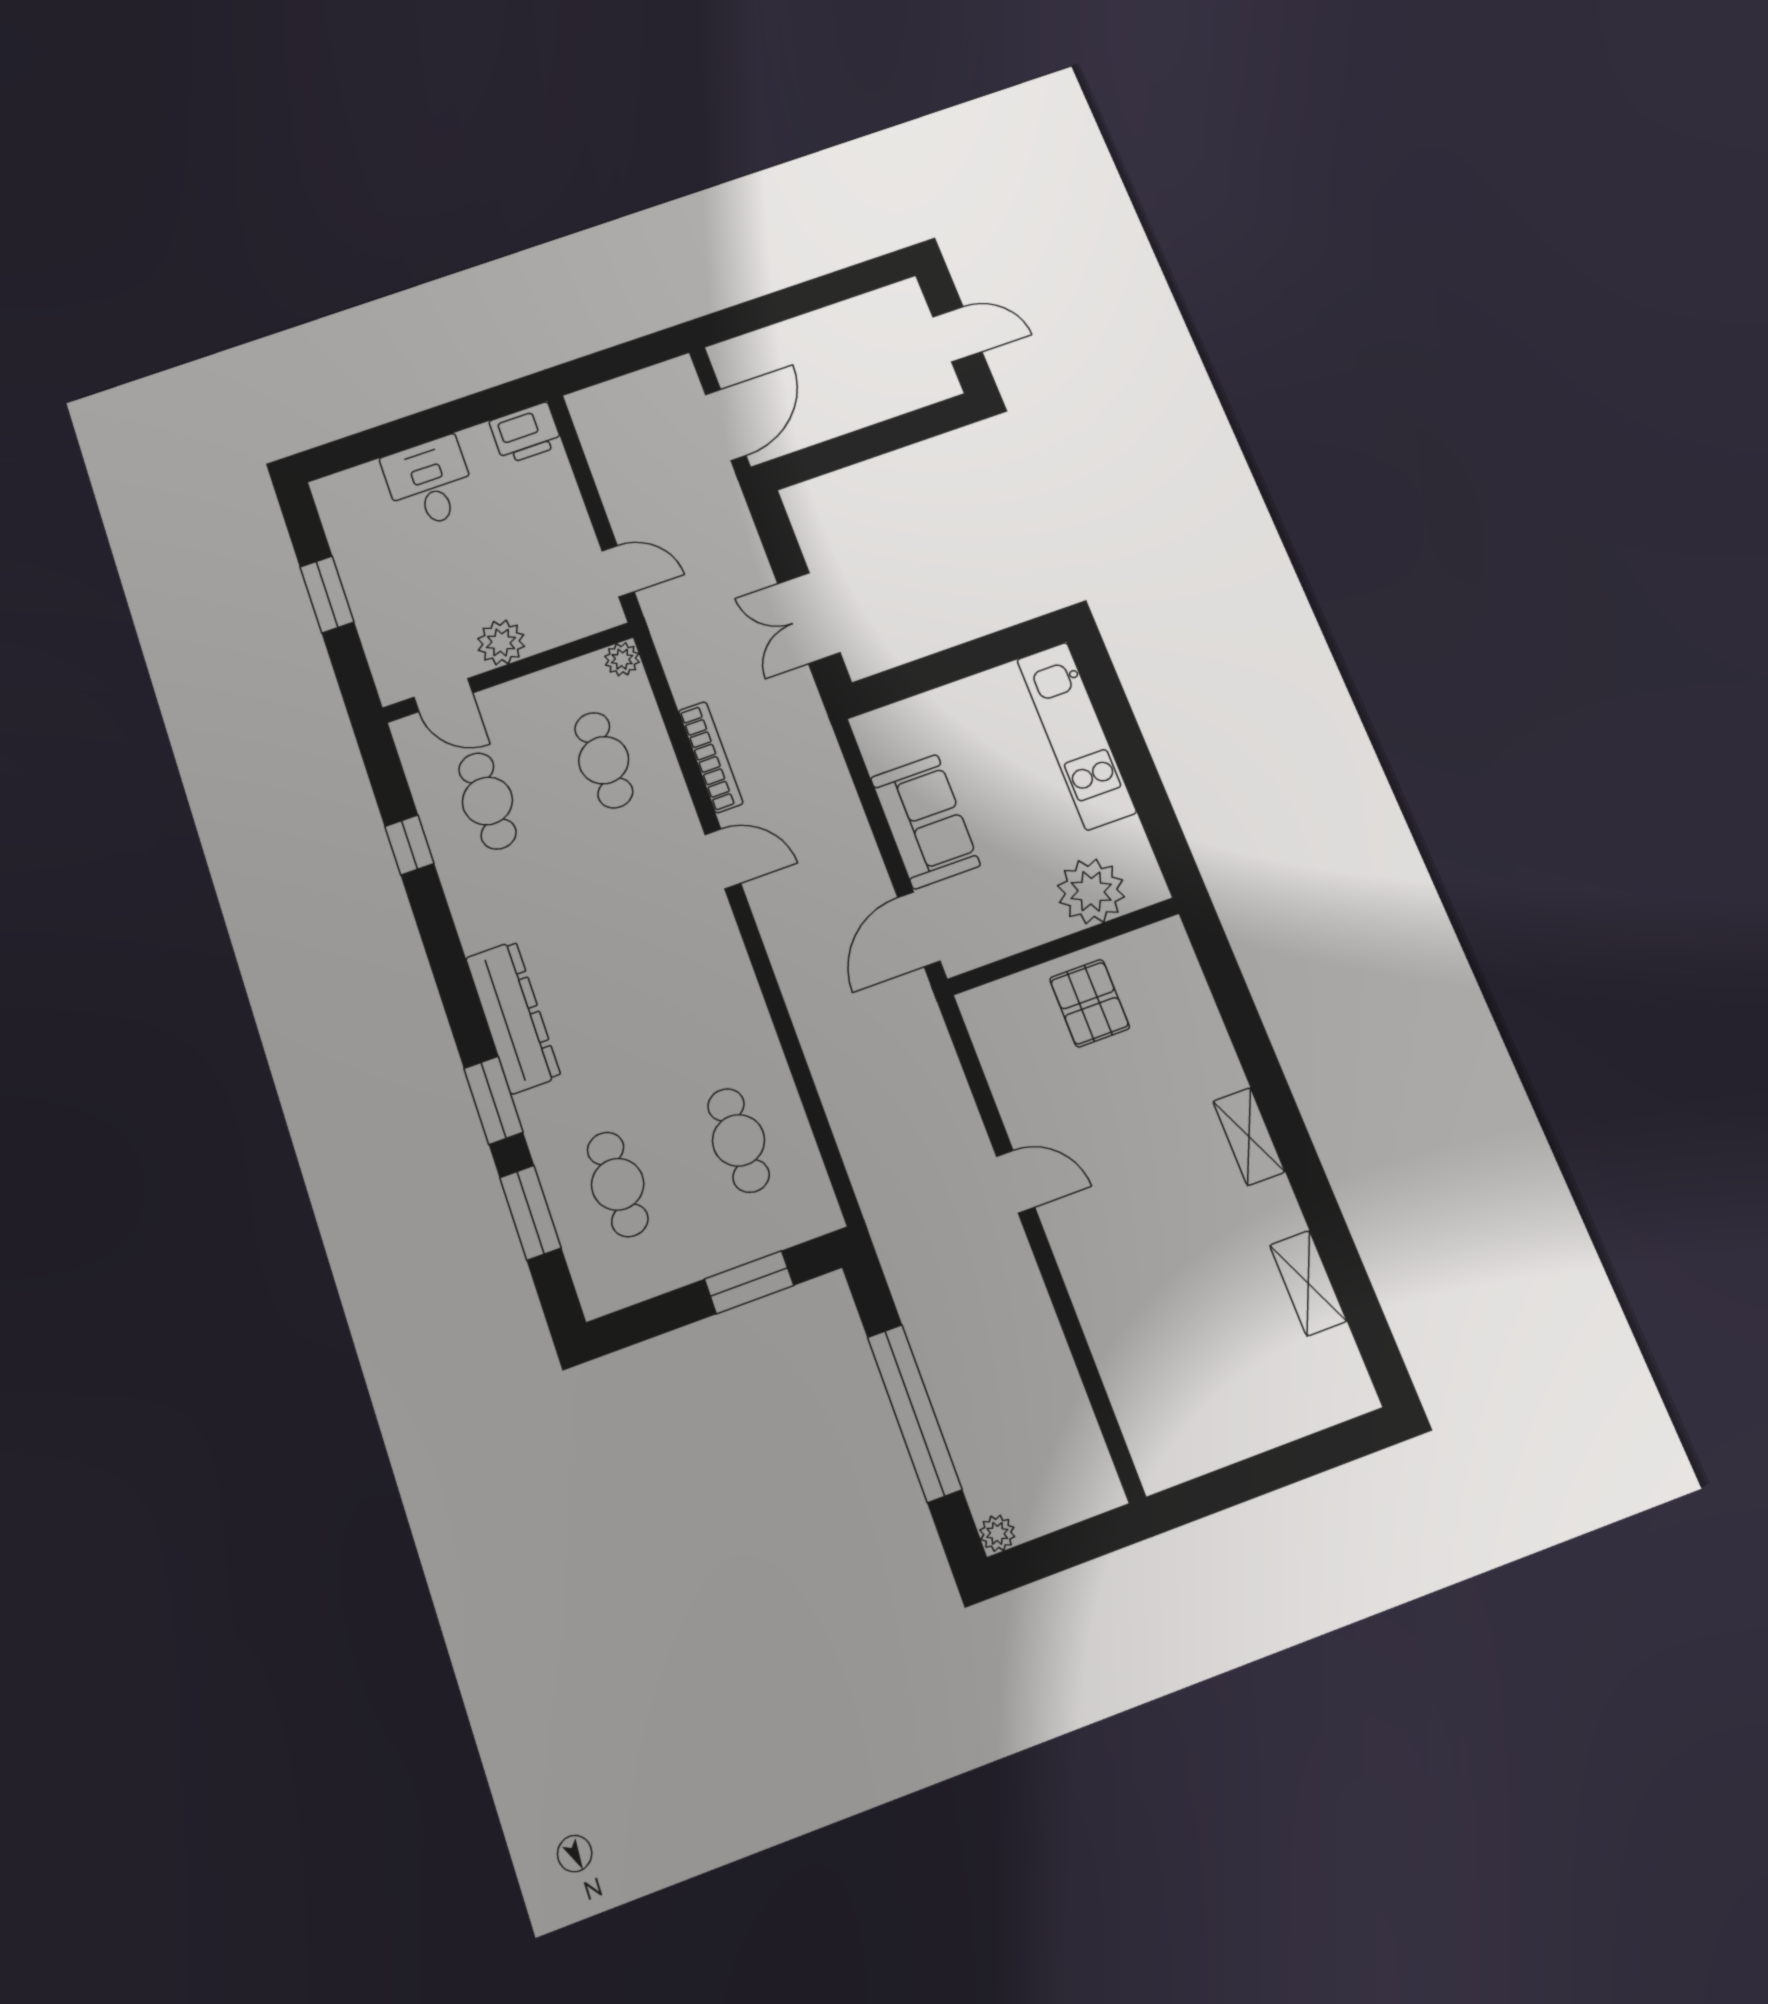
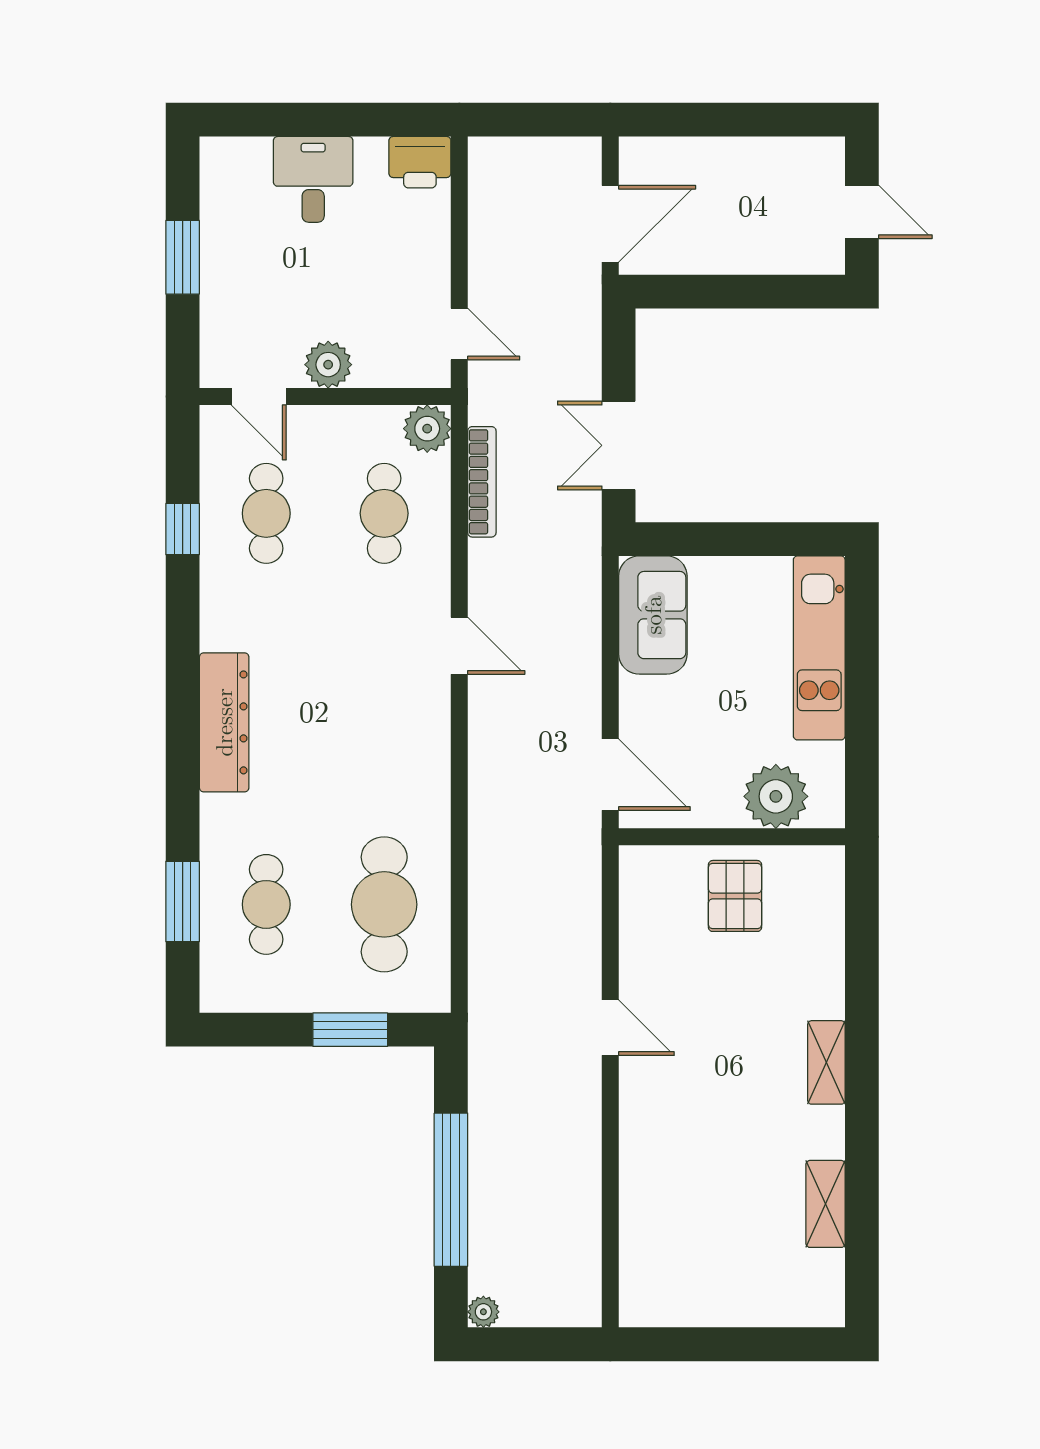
plant: (622, 659) -> (427, 429), width x1.38, depth x1.38
bookcase: (711, 757) -> (482, 482), moved
sofa: (925, 822) -> (653, 615), moved
door: (919, 929) -> (610, 775), swing flipped
window: (493, 1100) -> (183, 791), removed
cafe table: (738, 1140) -> (384, 904), width x1.37, depth x1.35

